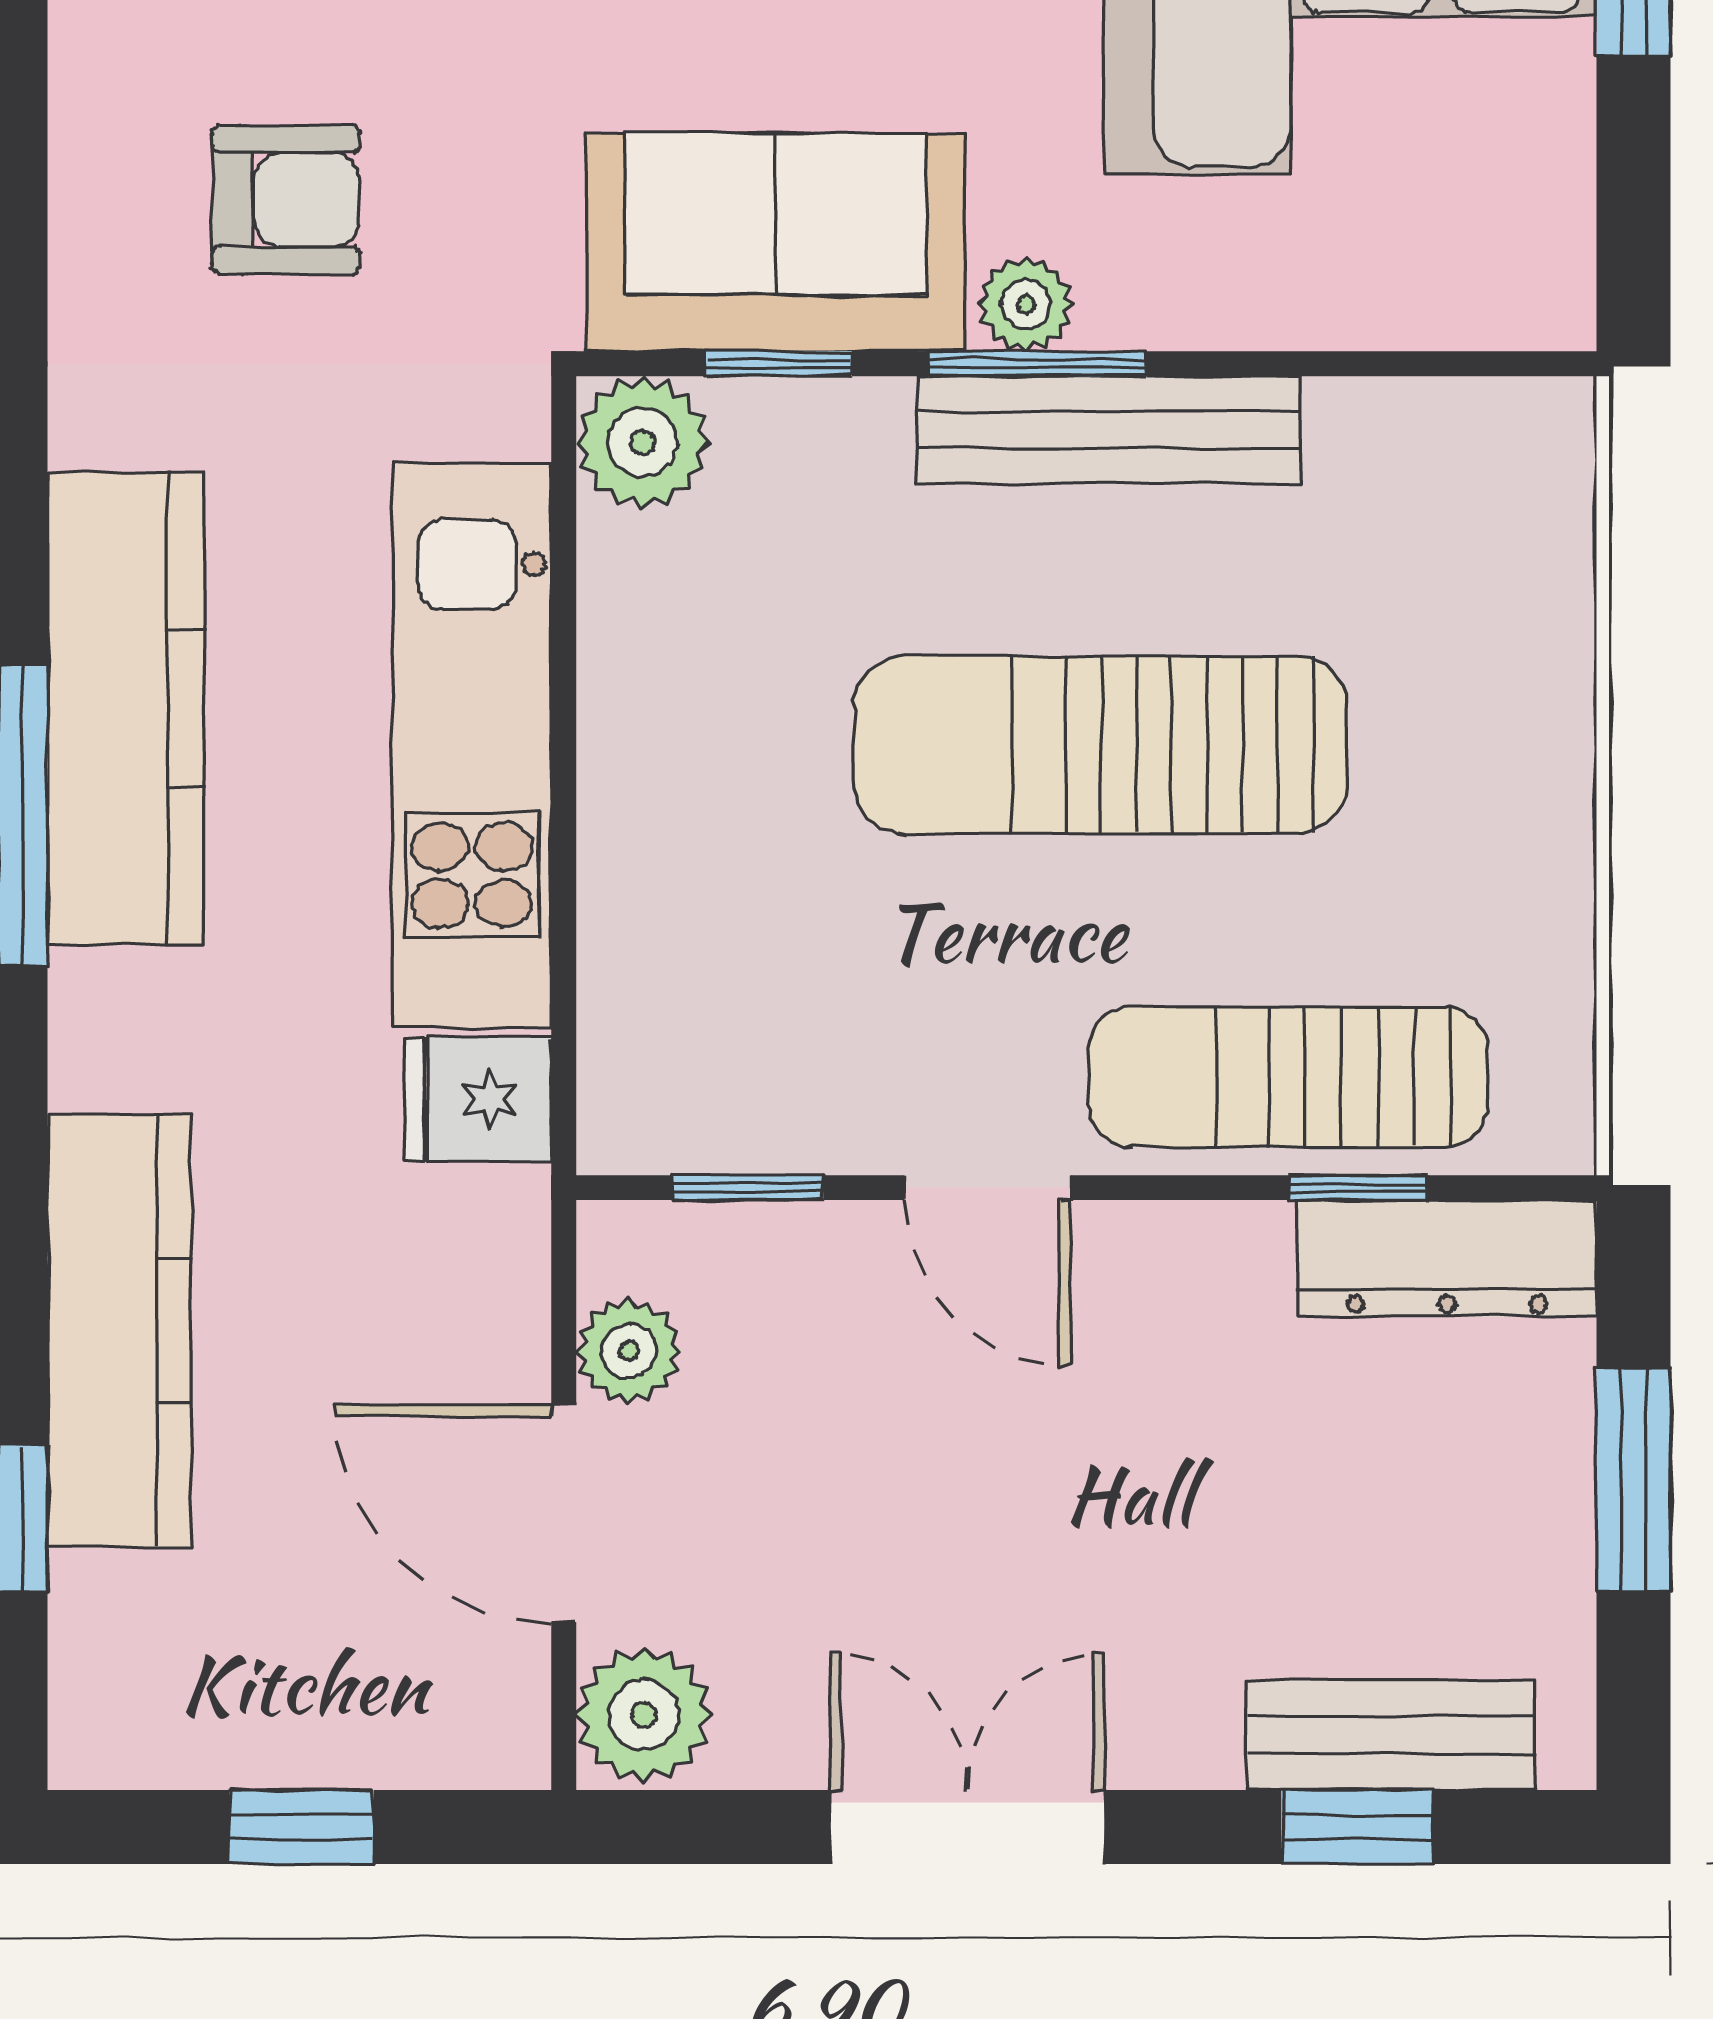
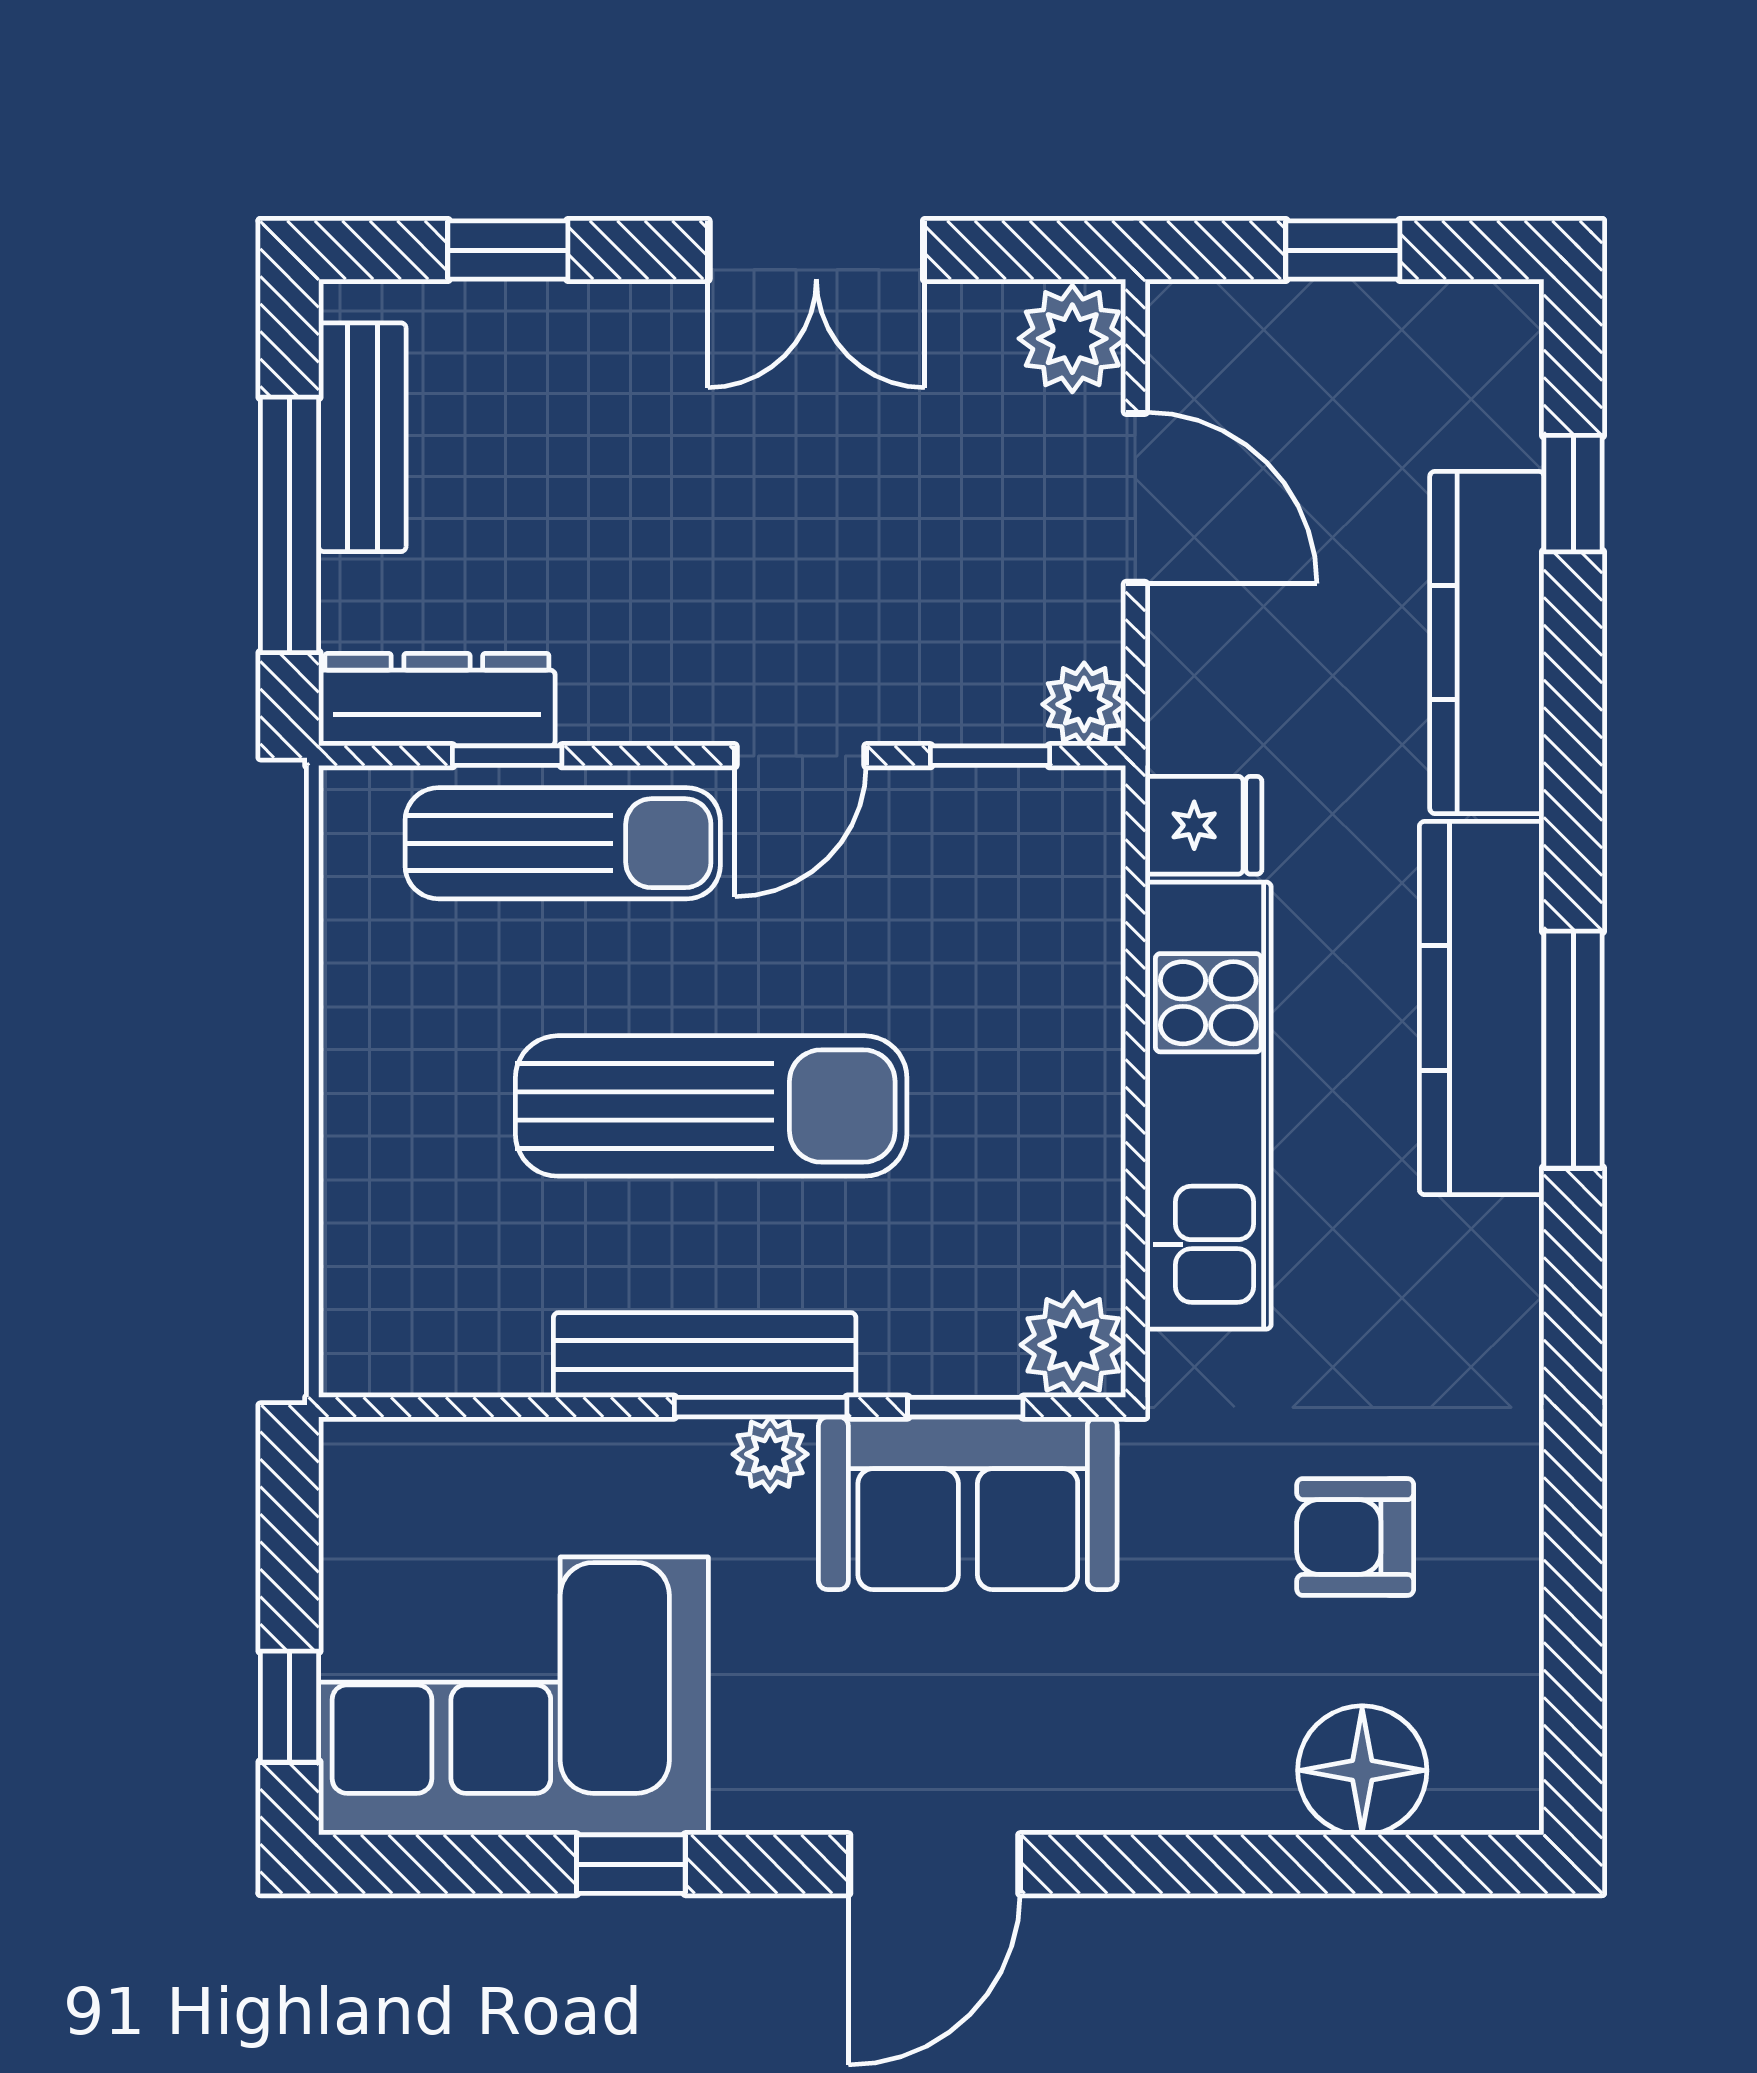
kitchen counter: (126, 708) -> (1482, 1008), moved
door: (987, 1188) -> (801, 756), swing flipped
plant: (629, 1351) -> (1084, 704), moved
window: (1633, 1479) -> (290, 525), width x1.44
bench: (1391, 1735) -> (362, 437), moved, turned 90

